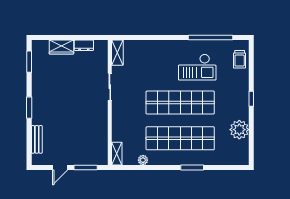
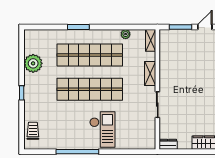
window: (210, 38) -> (77, 152), moved
dresser: (84, 45) -> (168, 144), moved
shelving: (117, 53) -> (150, 74), moved
checkout: (197, 67) -> (102, 129), moved, turned 90

